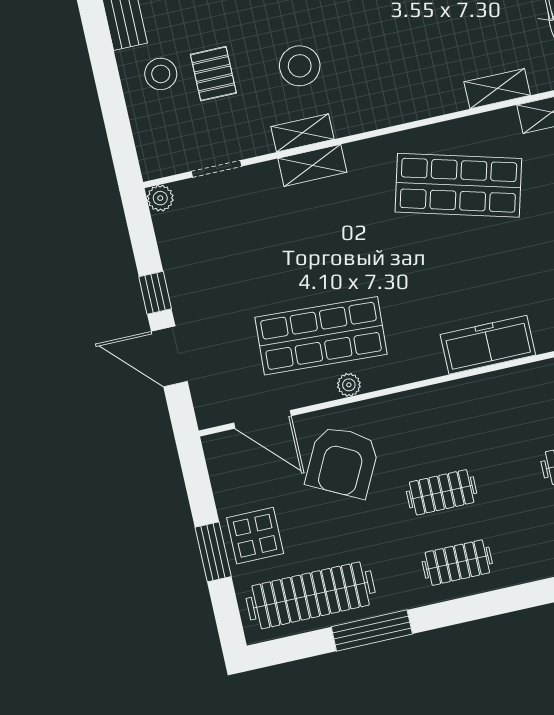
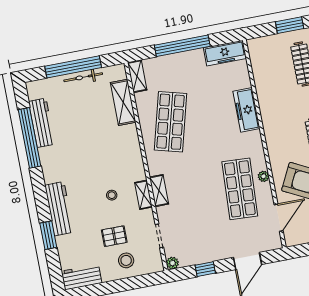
stool: (300, 66) -> (112, 195), width x0.53, depth x0.53
stool: (161, 74) -> (126, 260), moved
shelving: (497, 89) -> (123, 102), width x1.50, depth x1.33
window: (155, 293) -> (205, 269), moved

